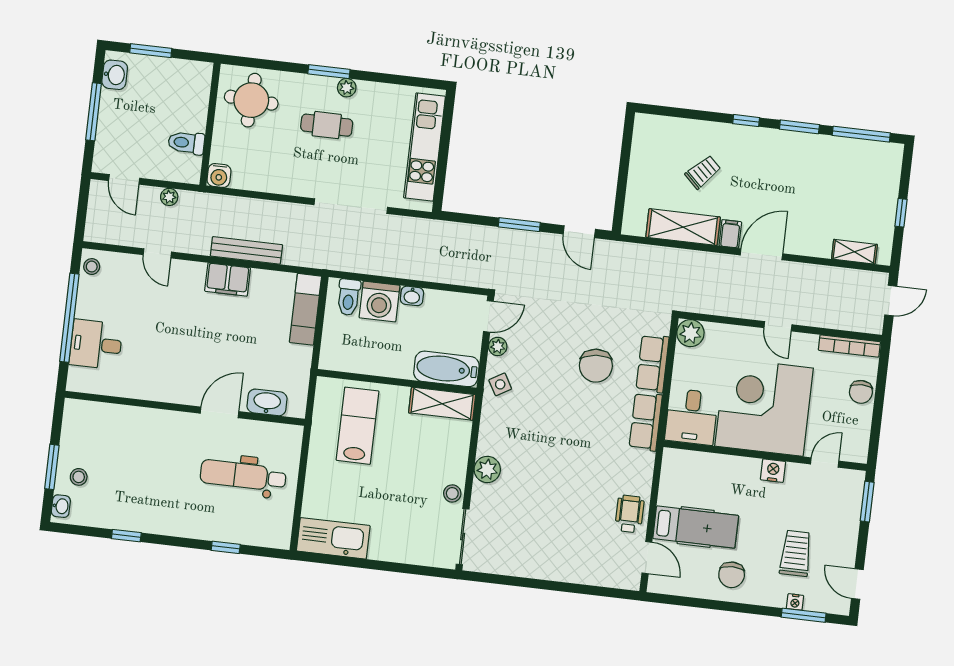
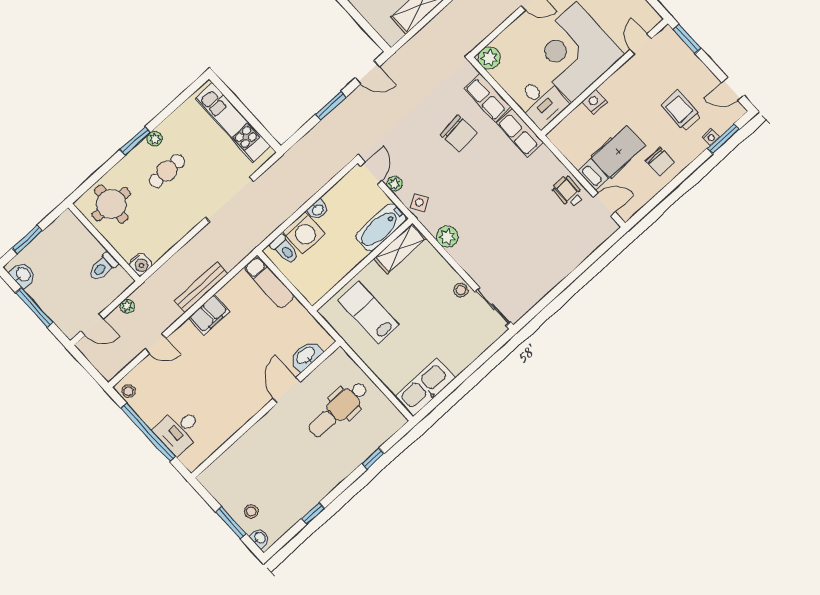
plant: (487, 469) -> (447, 237), moved
nightstand: (773, 471) -> (594, 102), moved

